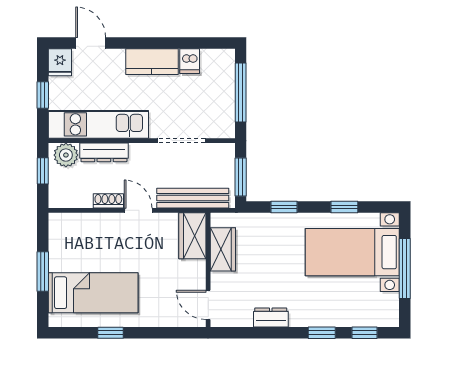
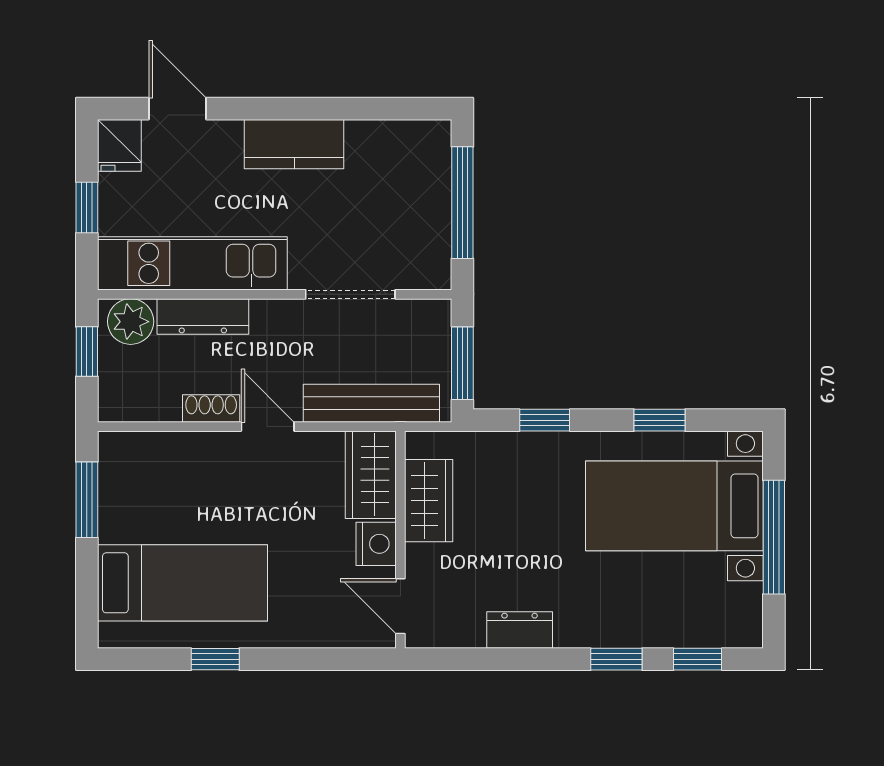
dishwasher: (190, 61) -> (365, 143), removed
window: (43, 271) -> (87, 500), moved
nightstand: (195, 272) -> (376, 544), added

